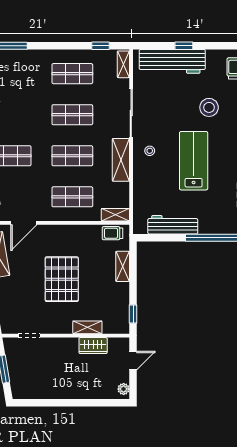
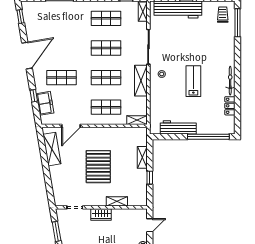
stool: (209, 107) -> (205, 43), removed
lab bench: (194, 161) -> (193, 81), width x0.73, depth x0.72
trolley: (112, 233) -> (135, 133), removed
window: (133, 314) -> (150, 178), moved
wardrobe: (93, 346) -> (101, 214), moved

